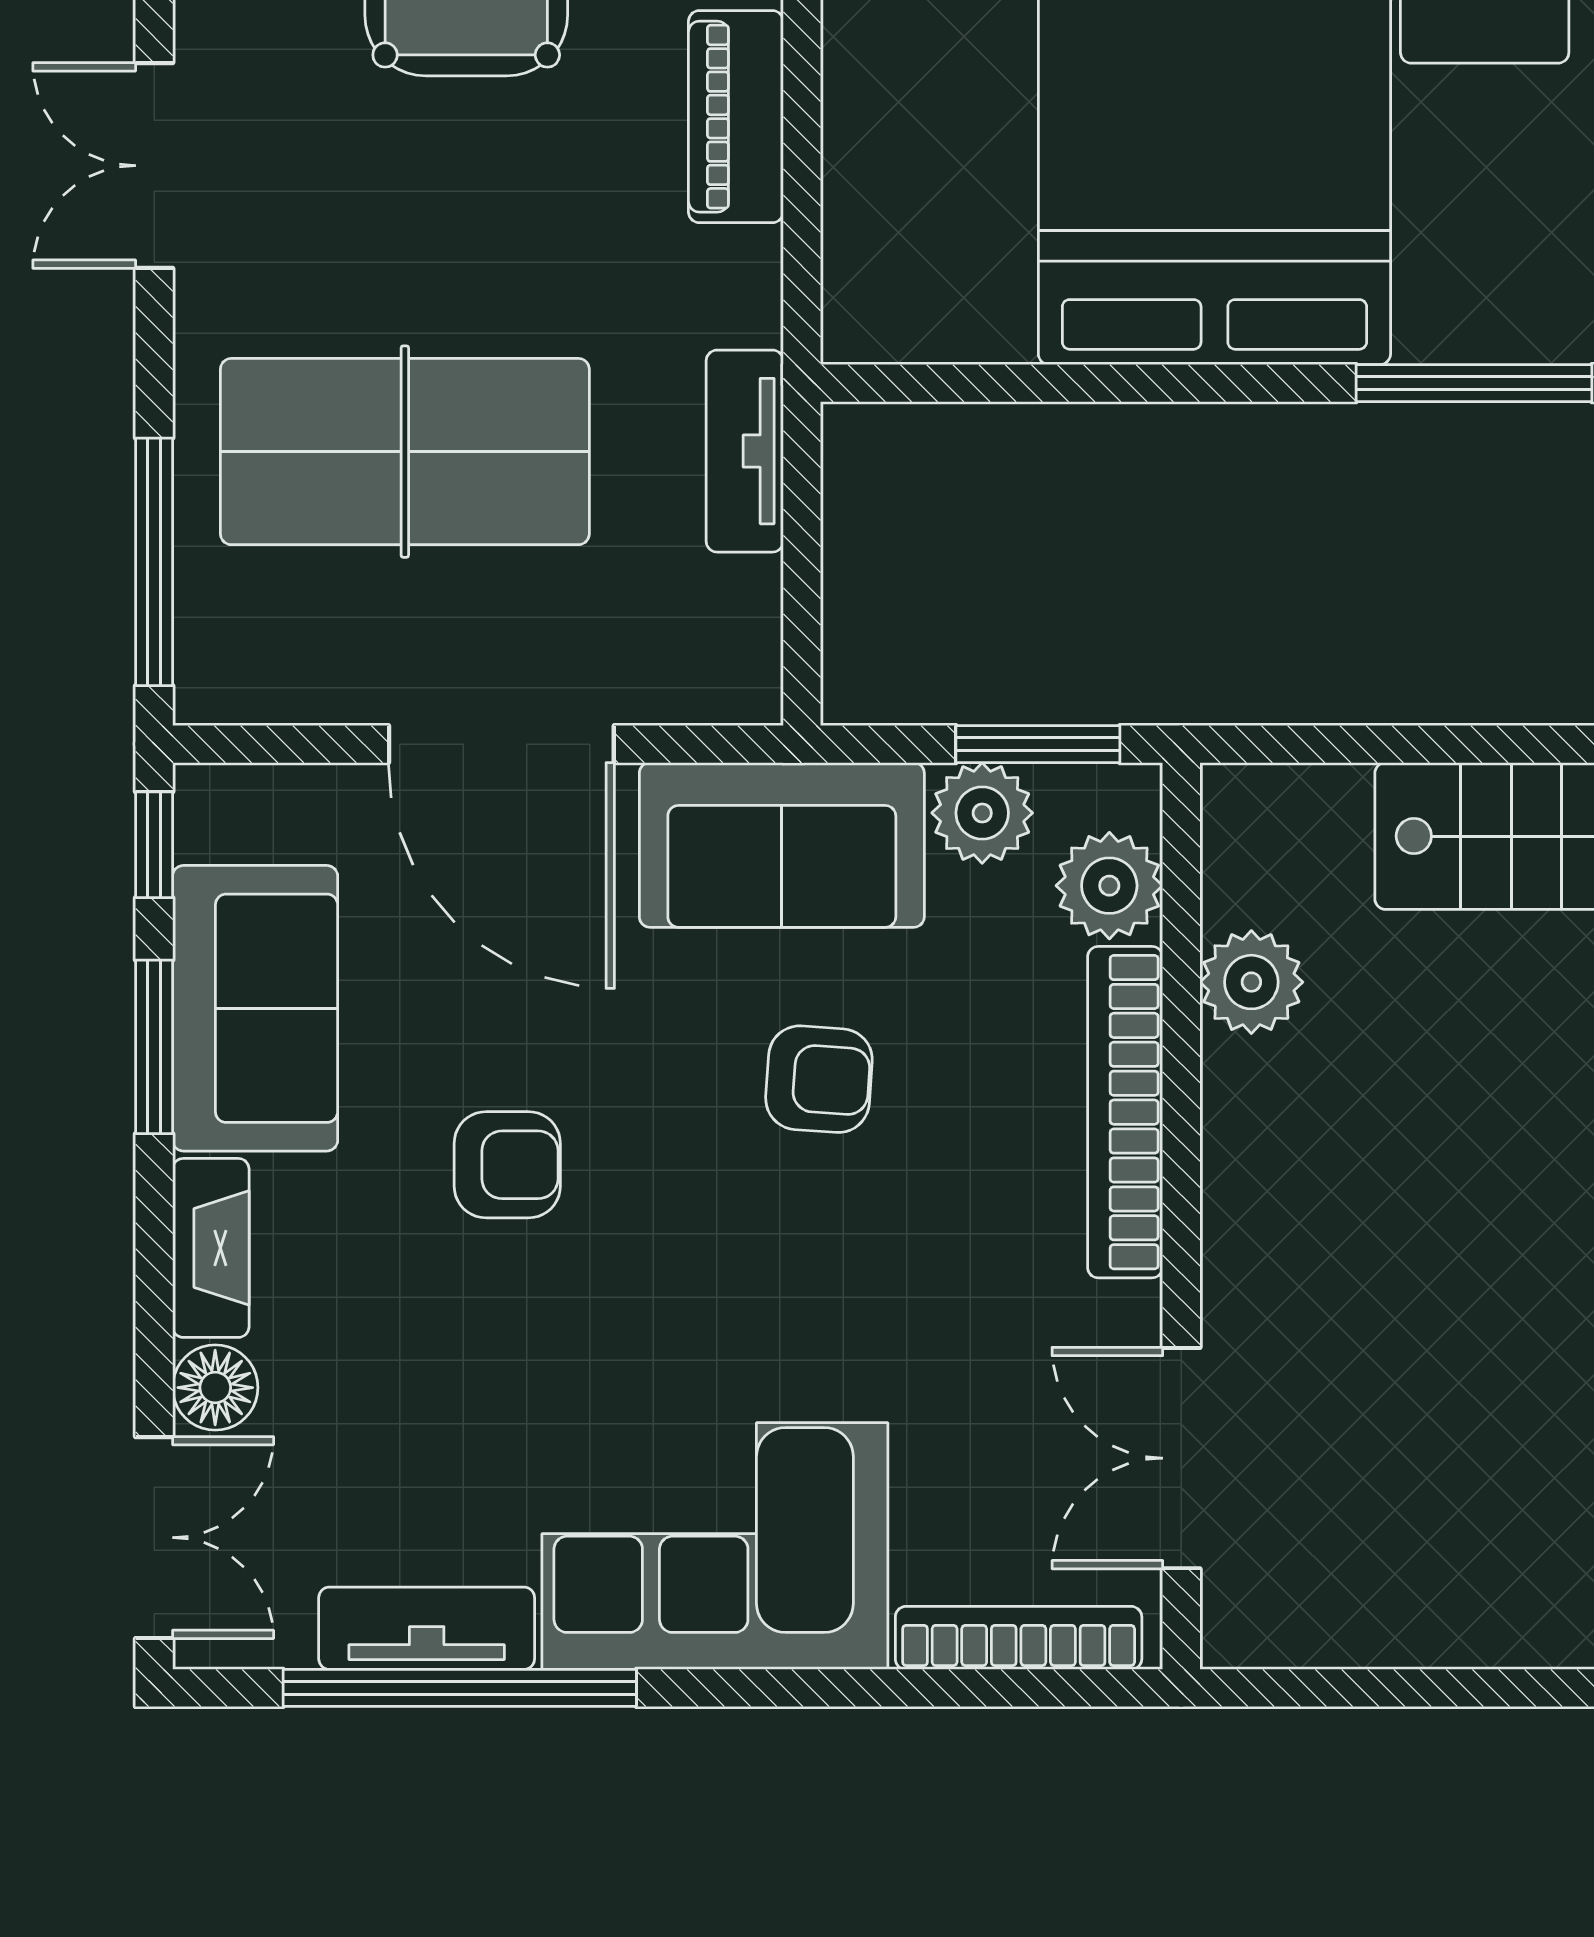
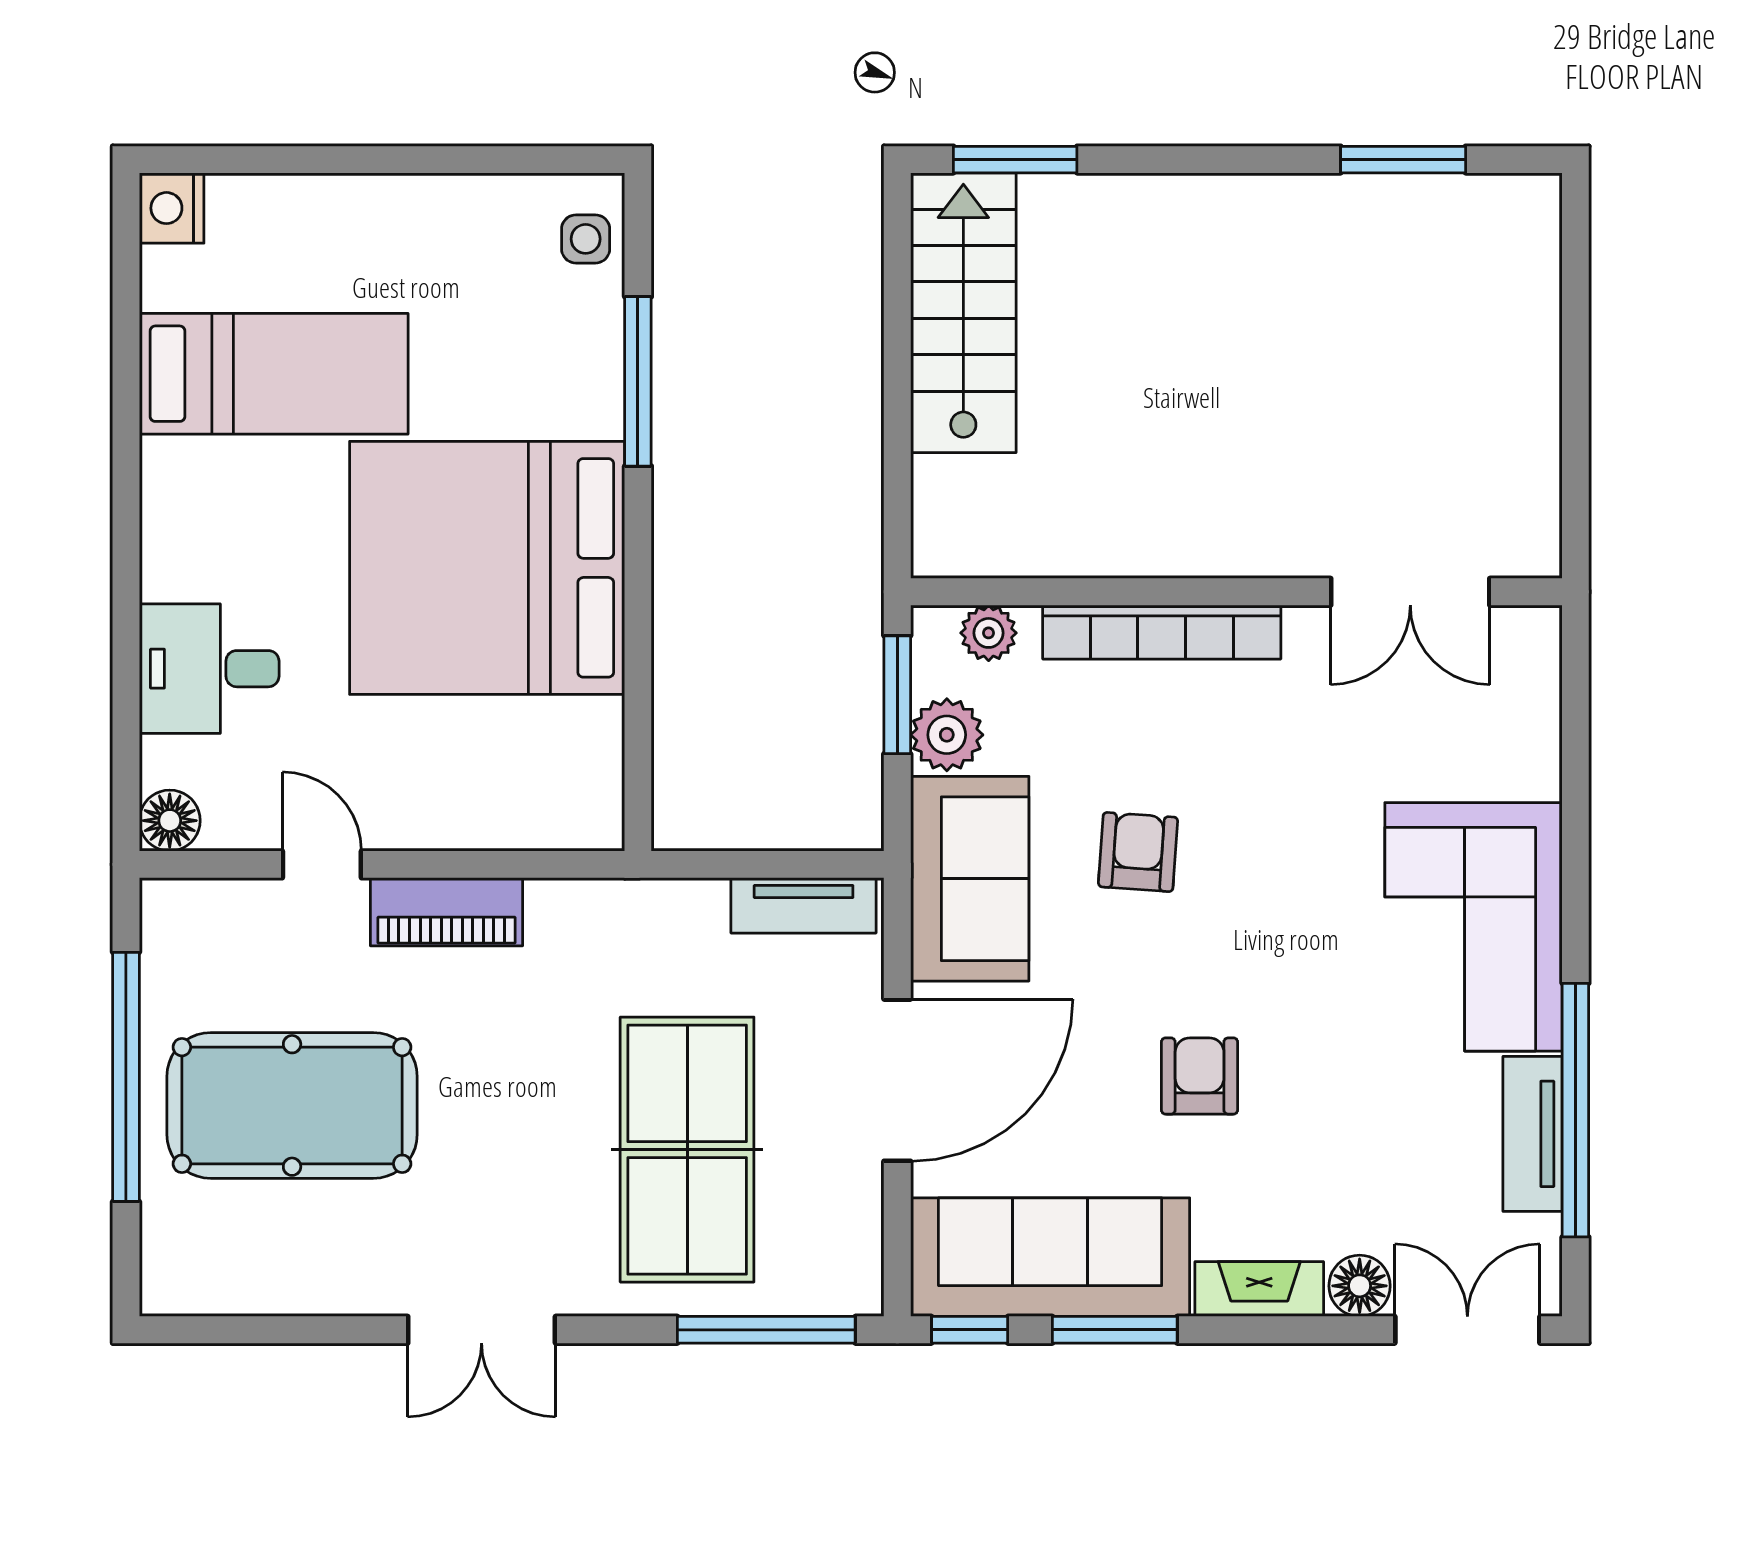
tv unit: (745, 451) -> (804, 905), moved
plant: (1109, 886) -> (989, 633), width x0.73, depth x0.73
plant: (1251, 982) -> (1068, 541), removed
sofa: (255, 1008) -> (1050, 1257), width x1.36
bookcase: (1019, 1638) -> (1539, 709), removed

